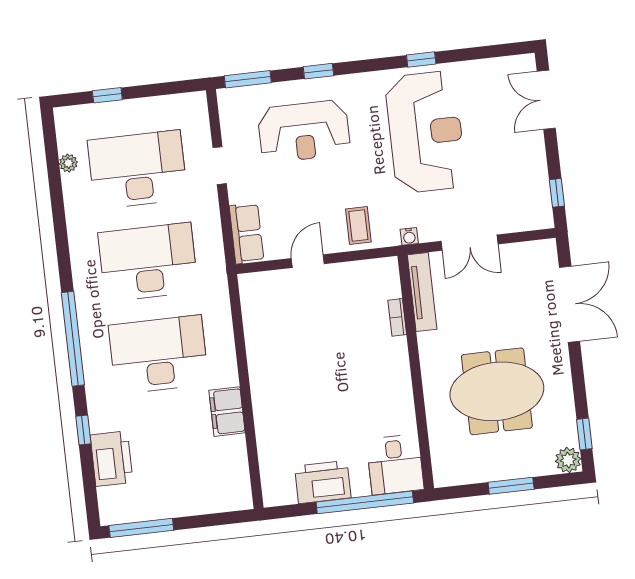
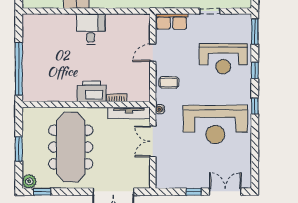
window: (421, 60) -> (255, 106), moved
reception desk: (304, 131) -> (223, 59), turned -90
window: (557, 193) -> (194, 192), moved
door: (308, 261) -> (153, 53), swing flipped
meeting table: (497, 391) -> (71, 147), width x1.36
desk: (395, 464) -> (91, 29), moved, turned 90
printer: (323, 482) -> (92, 91), moved, turned -90

